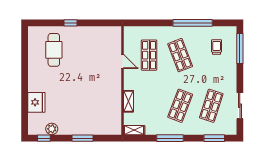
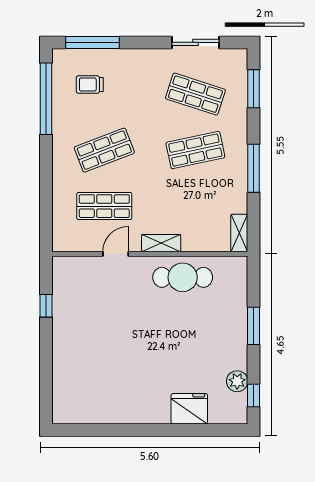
window: (70, 23) -> (46, 306), moved
window: (193, 23) -> (46, 99), moved
cafe table: (54, 50) -> (183, 277), moved
shelving: (128, 101) -> (161, 243), moved
shop shelf: (180, 106) -> (195, 150), turned -33

